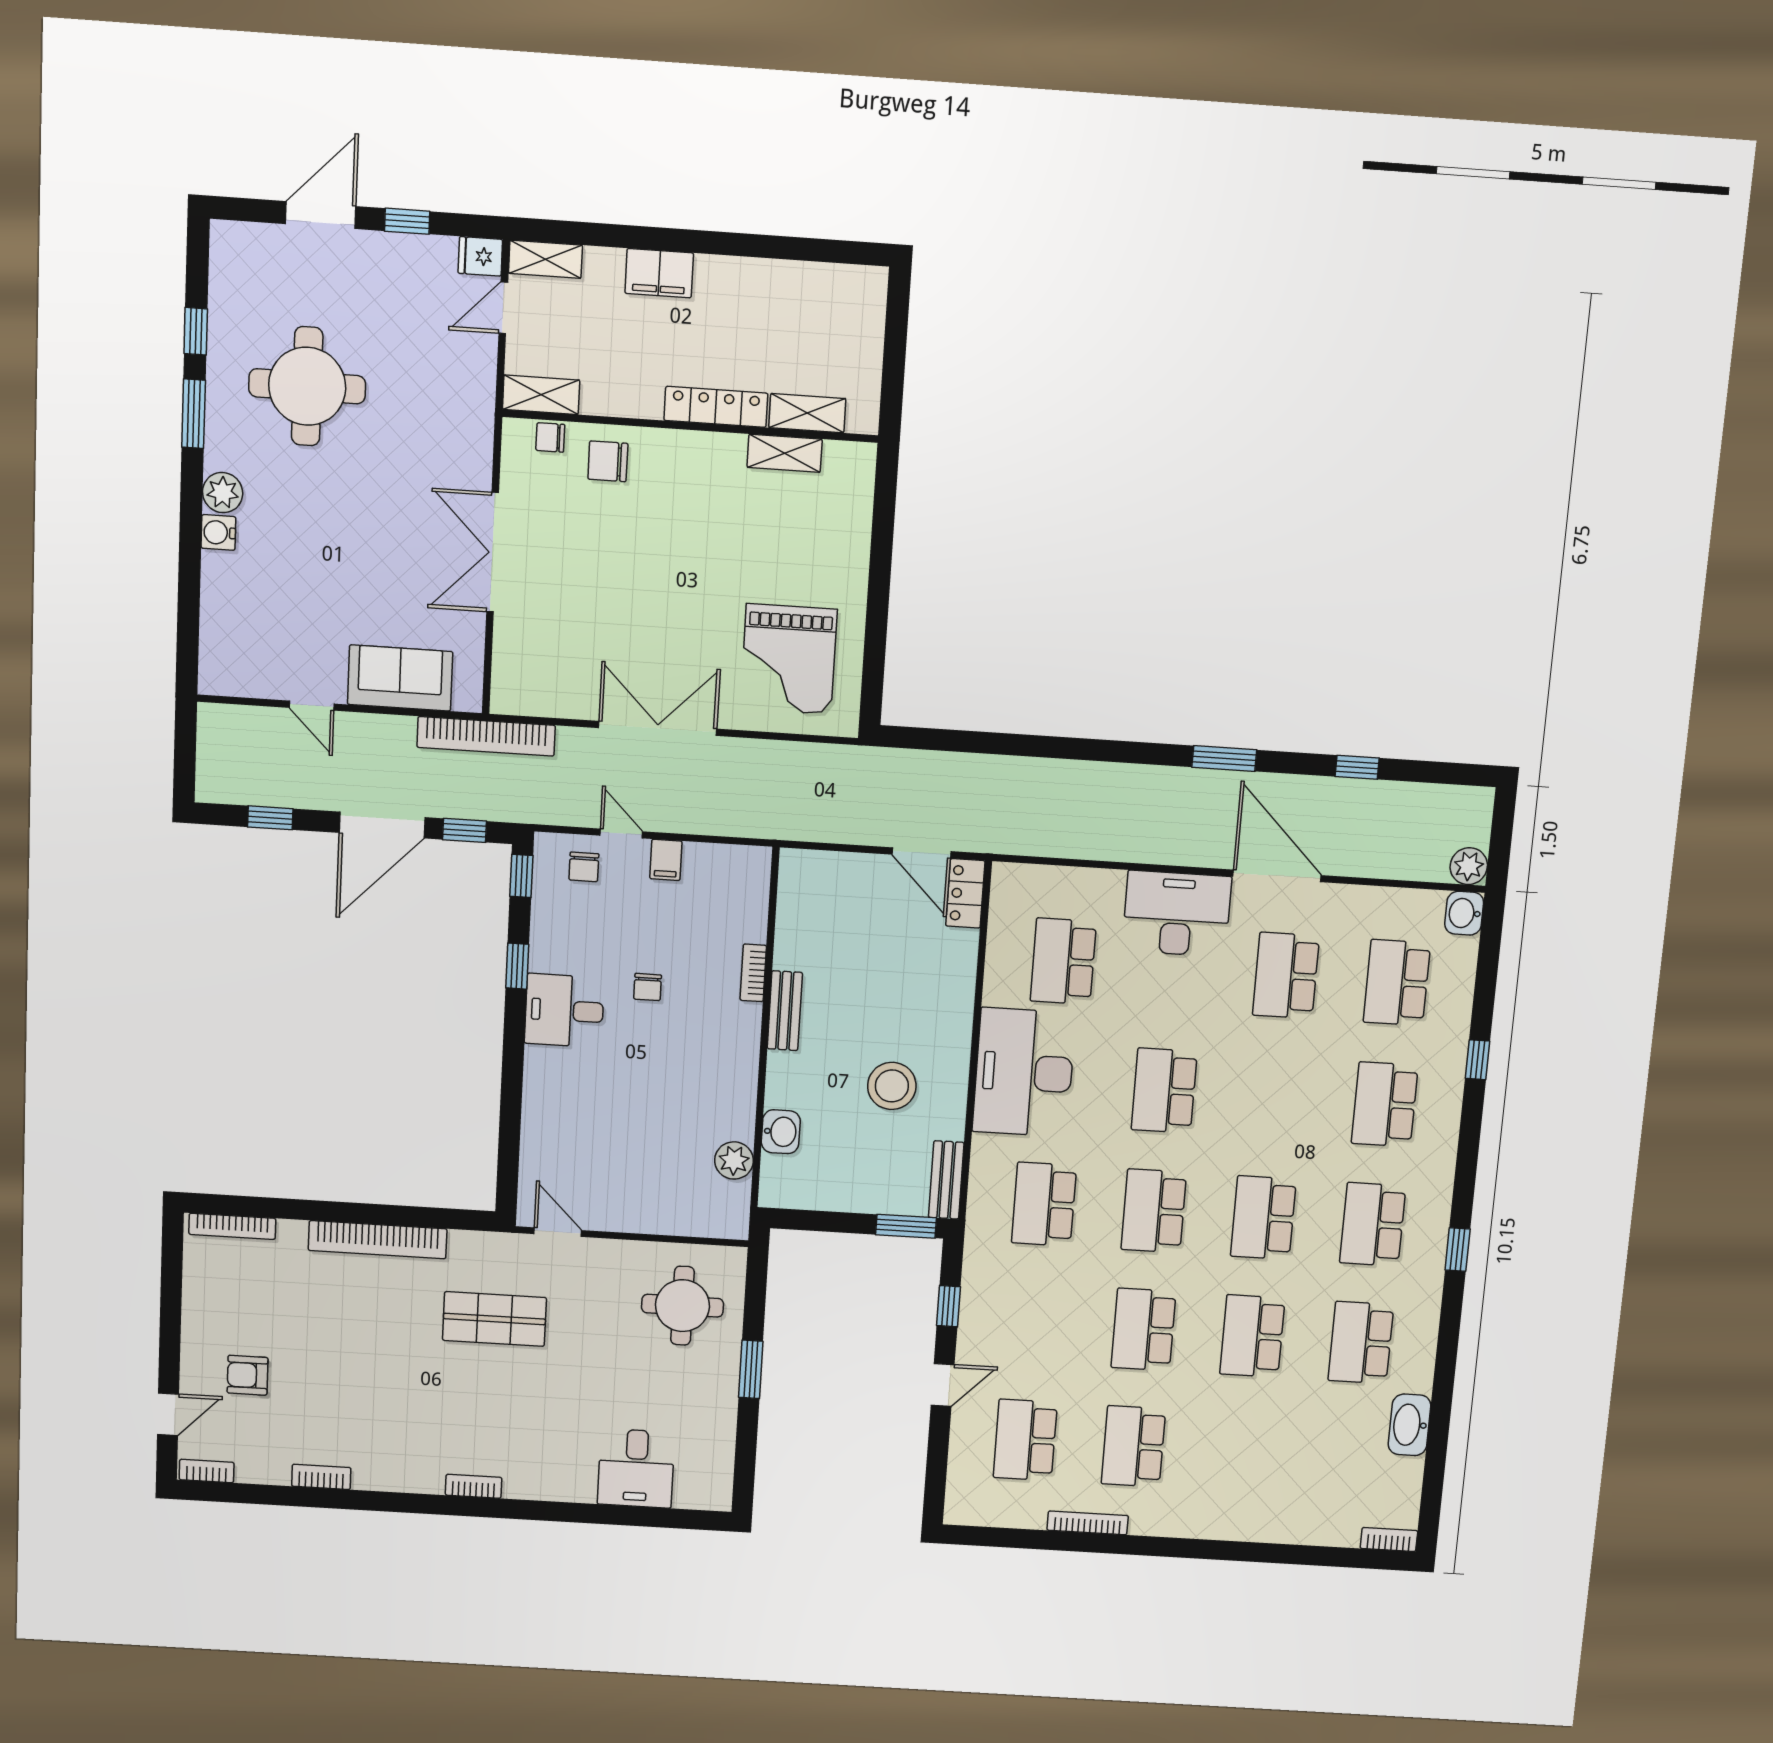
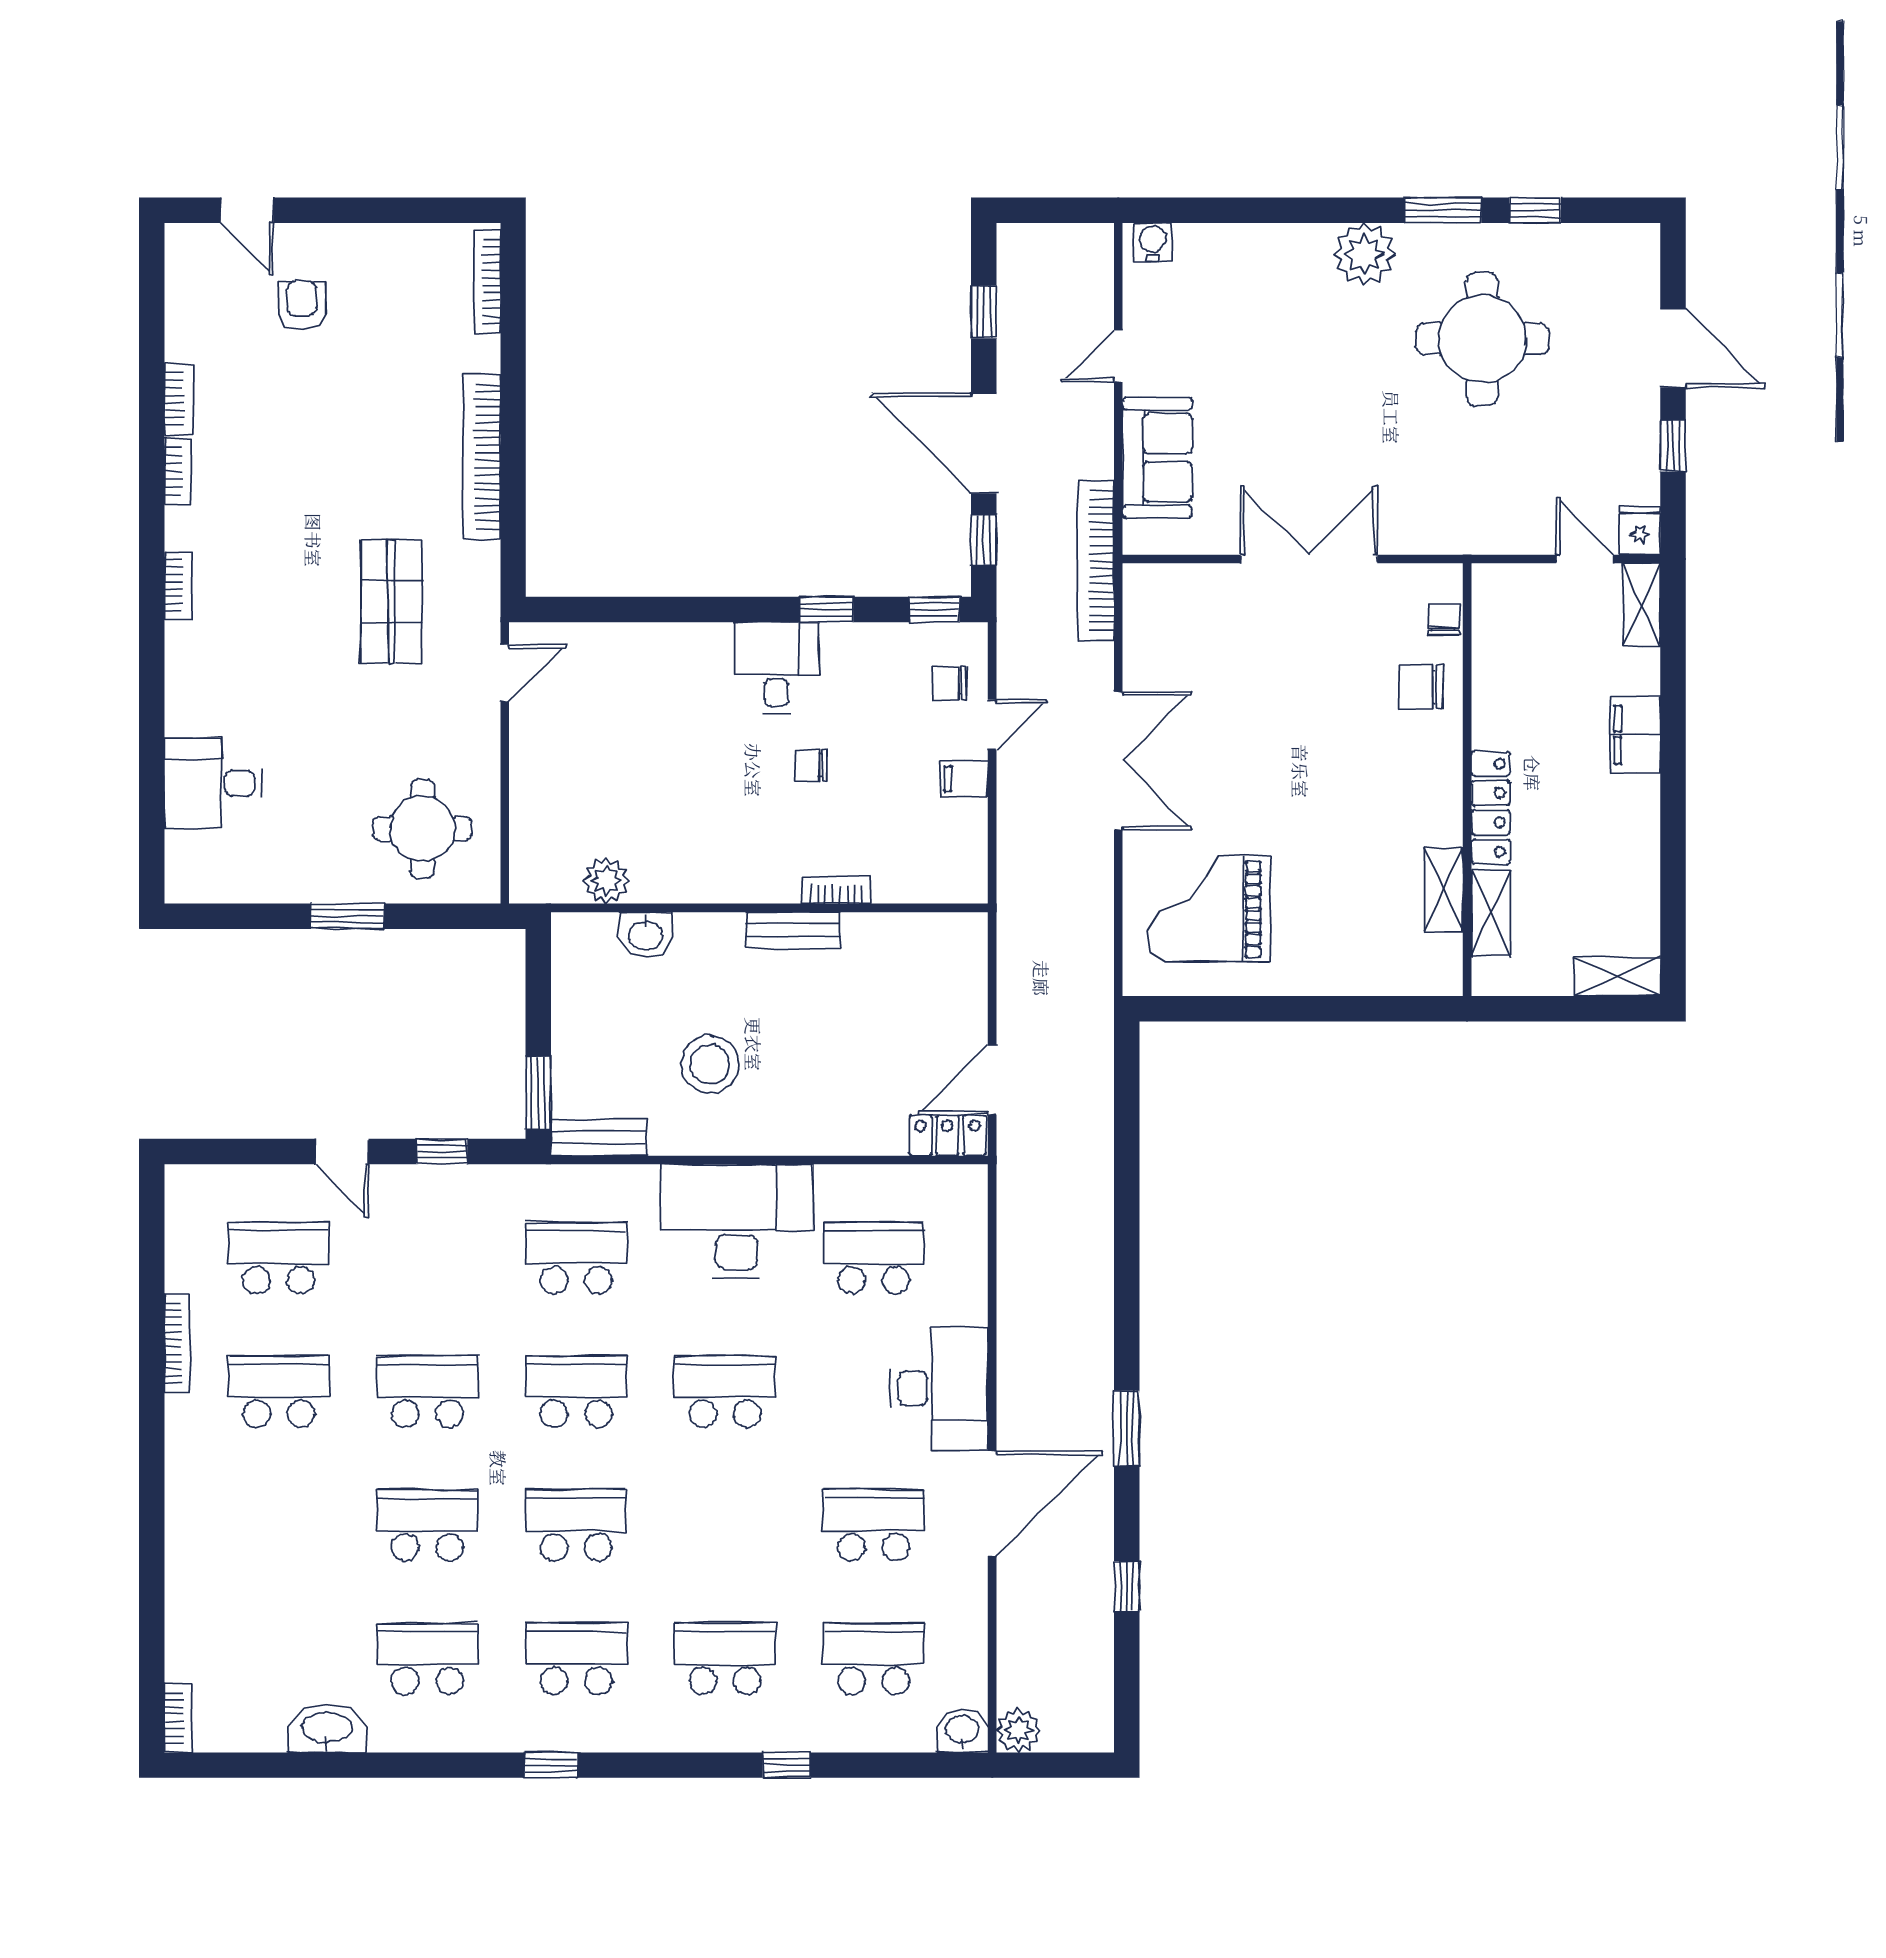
shelving: (541, 395) -> (1617, 977), moved, turned 90
chair: (608, 461) -> (1421, 687), turned -90
plant: (223, 493) -> (1364, 254), width x1.36, depth x1.36
water cooler: (218, 532) -> (1153, 242), moved
bookcase: (207, 1471) -> (178, 471), moved

